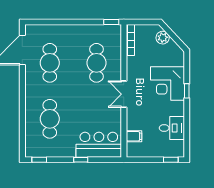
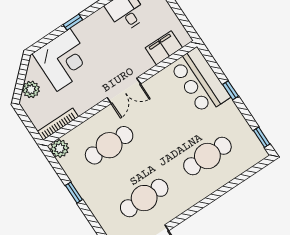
window: (111, 22) -> (74, 193), moved
plant: (115, 31) -> (60, 148), added
corner desk: (167, 83) -> (64, 60), moved
filing cabinet: (134, 136) -> (164, 48), width x2.00

